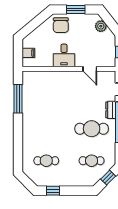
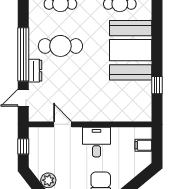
window: (18, 99) -> (157, 85), width x0.46
booth: (38, 125) -> (131, 50), added

